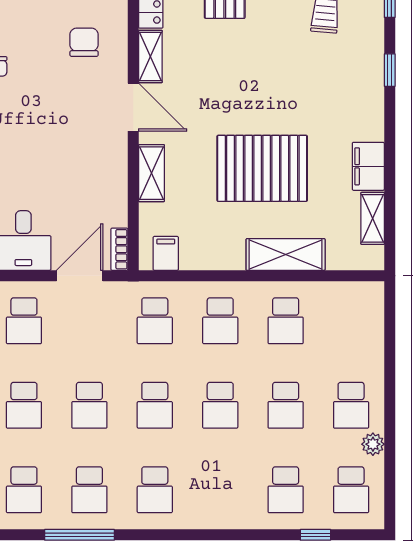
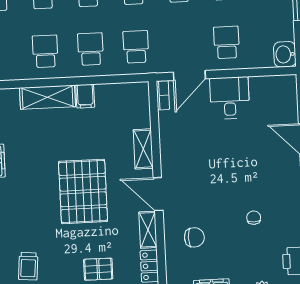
chair: (84, 42) -> (194, 237), turned -90
pallet: (262, 168) -> (83, 191), moved, turned 90
filing cabinet: (166, 253) -> (85, 96), moved

